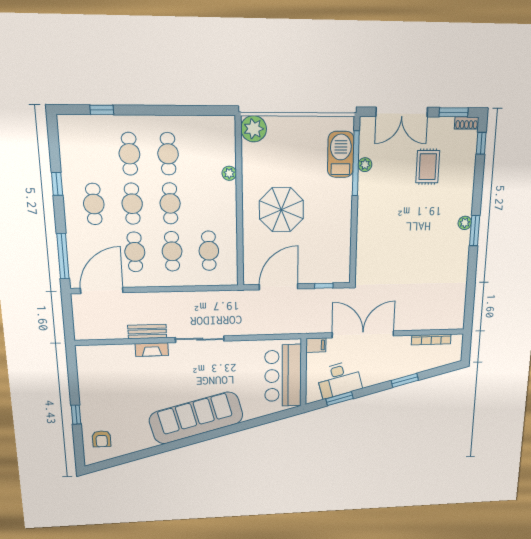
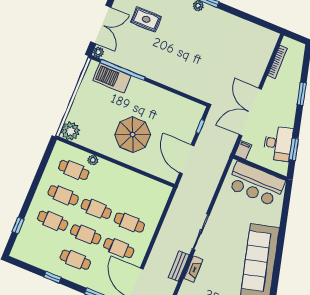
plant: (365, 165) -> (98, 52), moved
cafe table: (209, 251) -> (74, 170), moved

